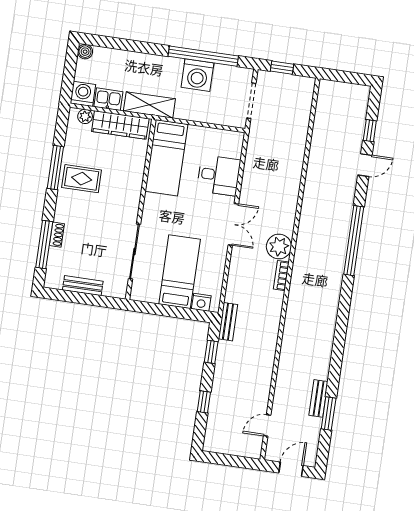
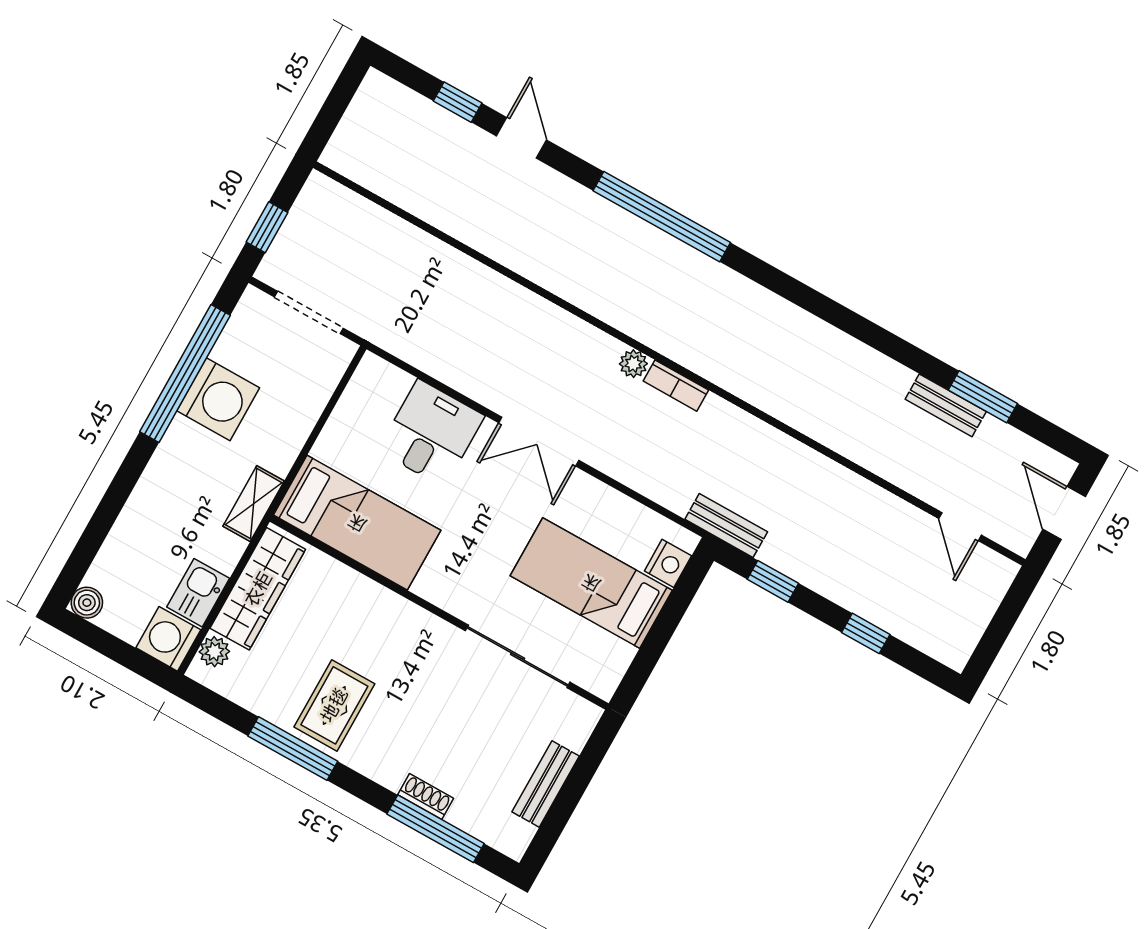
shelving: (149, 105) -> (254, 504), width x0.67, depth x0.75
double door: (233, 224) -> (539, 442), swing flipped
plant: (279, 247) -> (633, 364), width x0.53, depth x0.53

